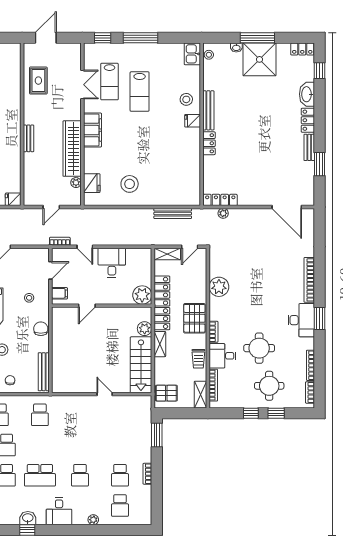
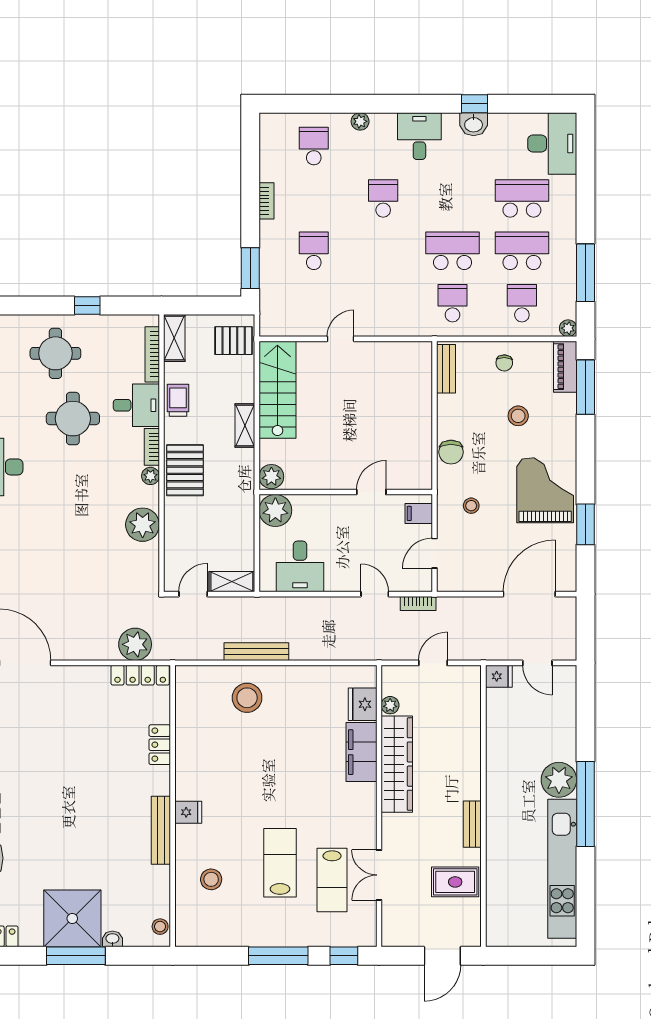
kitchen sink: (192, 54) -> (189, 928), removed
rug: (38, 81) -> (455, 882), turned 90
lab bench: (109, 82) -> (332, 880), turned 180
stool: (186, 99) -> (211, 879), moved
filing cabinet: (93, 130) -> (361, 752), moved
bench: (29, 138) -> (472, 824), moved
locker: (209, 143) -> (160, 745), moved
stool: (130, 184) -> (247, 698), moved
plant: (223, 213) -> (135, 644), width x1.88, depth x1.88
bench: (173, 214) -> (256, 652), moved
desk: (112, 263) -> (300, 566), moved
locker: (162, 303) -> (241, 497), removed
plant: (214, 315) -> (150, 476), added
plant: (145, 329) -> (271, 477), moved
bench: (44, 372) -> (446, 369), width x0.73
door: (105, 394) -> (341, 339), swing flipped
window: (276, 413) -> (43, 306), removed
school desk: (40, 475) -> (453, 251), moved
school desk: (120, 475) -> (314, 251), moved

